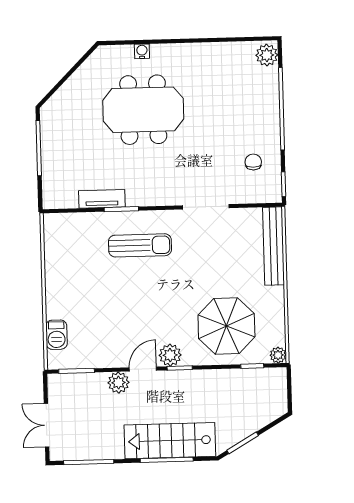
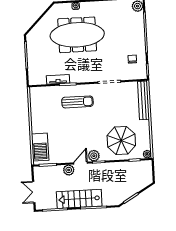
meeting table: (143, 110) -> (77, 35), width x1.36
barbecue: (56, 335) -> (40, 147), width x1.88, depth x1.53
stairs: (170, 441) -> (79, 199), moved

